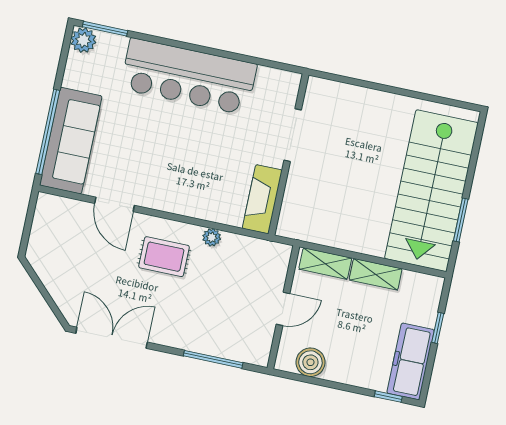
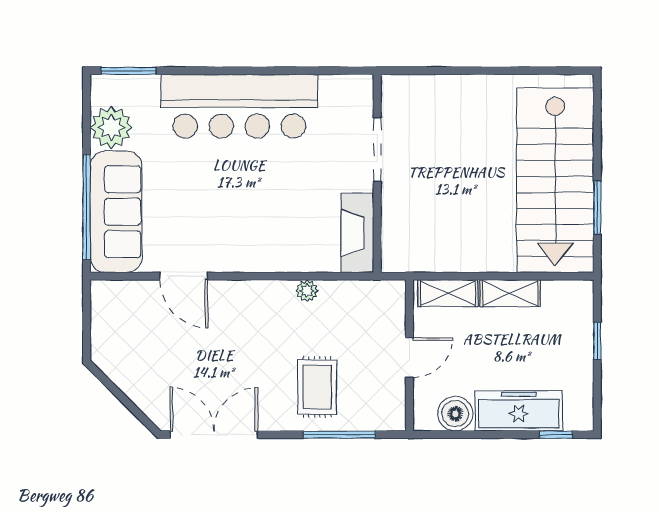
plant: (83, 40) -> (111, 127), moved, width x1.36, depth x1.36
rug: (164, 257) -> (317, 387), moved, turned 90
freezer: (411, 361) -> (519, 411), moved, turned 90

